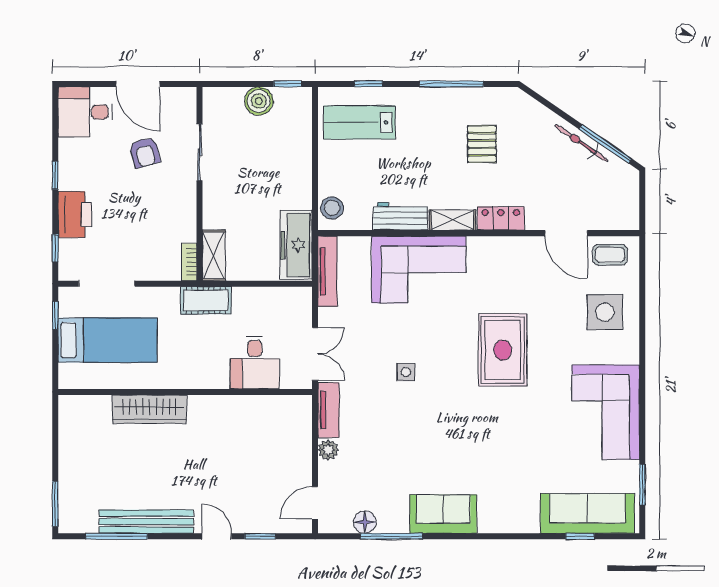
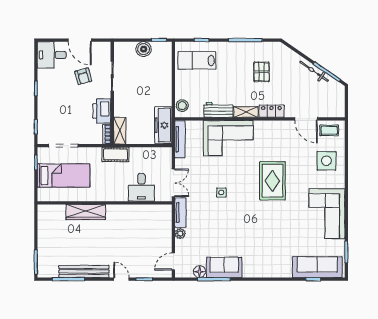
printer: (75, 214) -> (102, 111), moved, turned 180
sofa: (443, 514) -> (224, 267), moved

